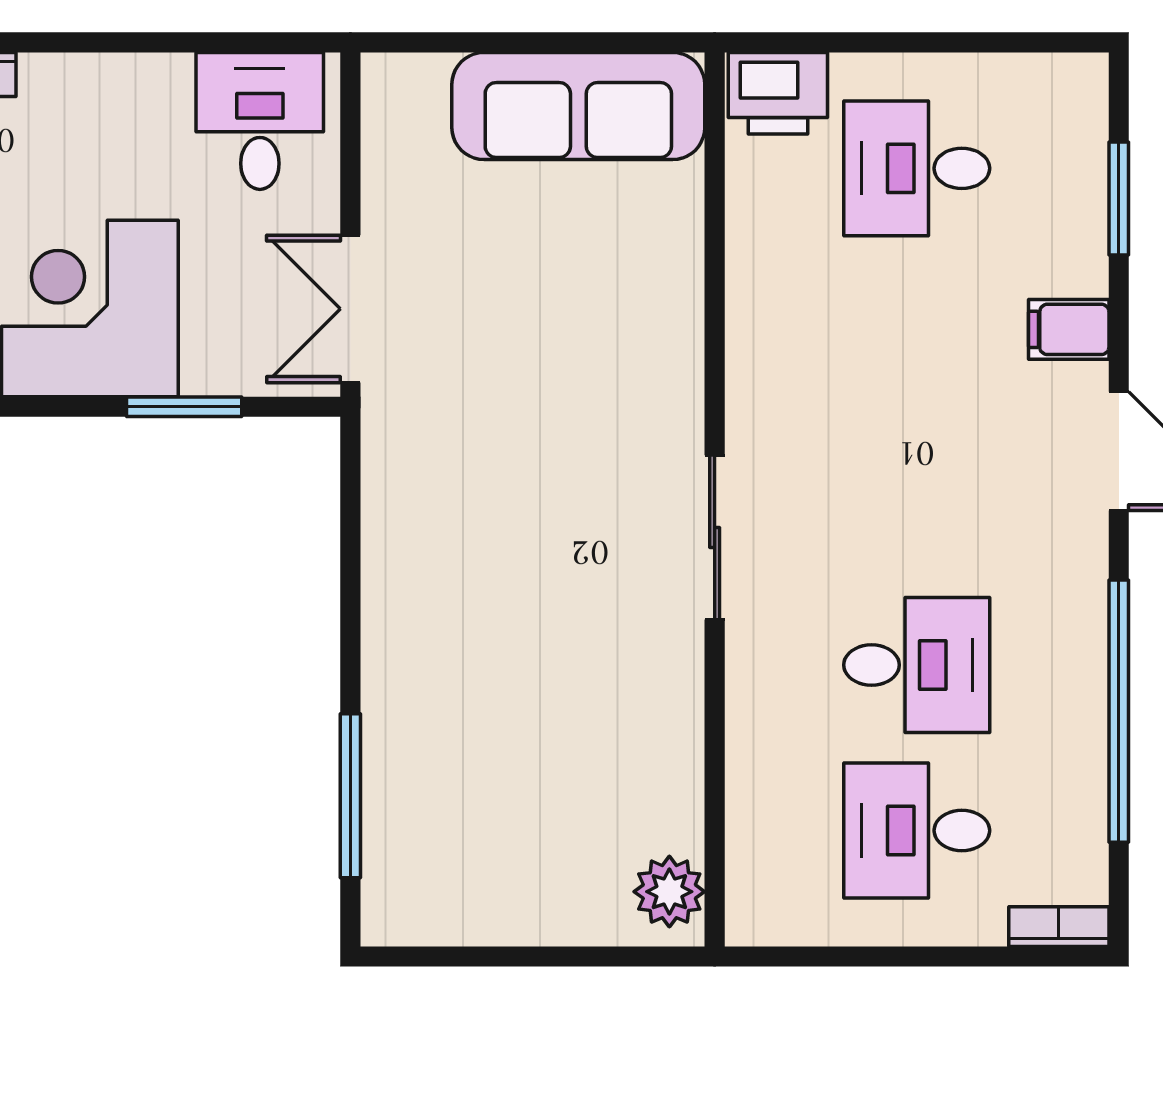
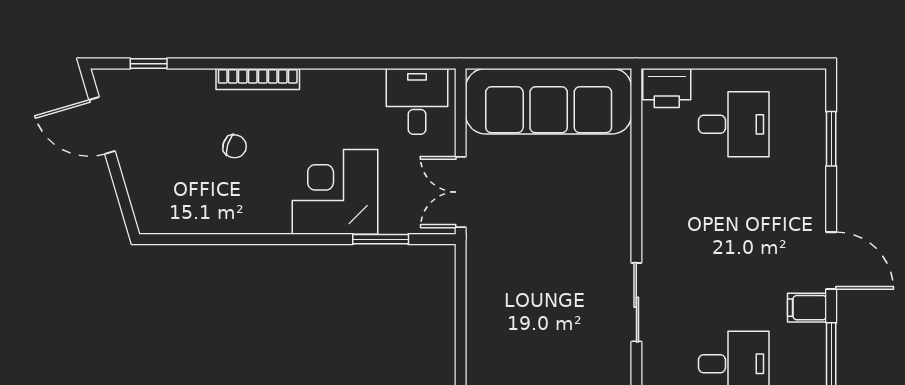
sofa: (578, 106) -> (549, 101), width x1.36, depth x1.27
desk: (917, 168) -> (734, 124), turned 180
filing cabinet: (1069, 329) -> (807, 308), moved

